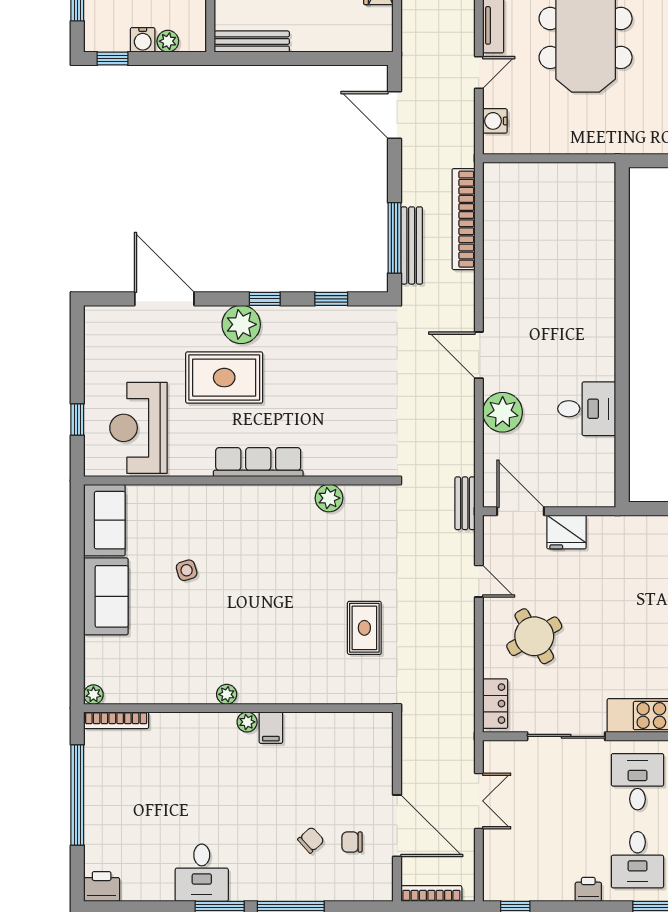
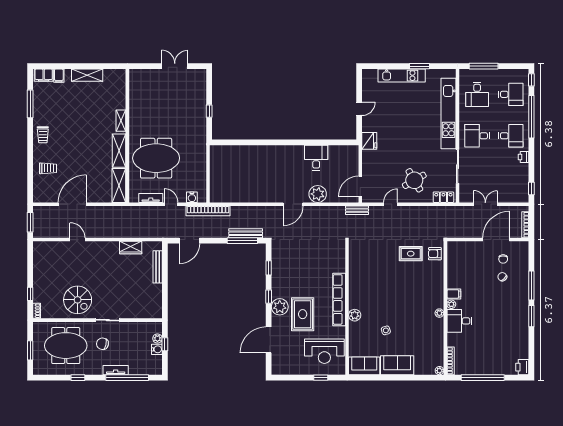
bench: (252, 41) -> (158, 267), moved
window: (113, 58) -> (165, 344), moved
bookcase: (464, 219) -> (208, 211), moved
row of seats: (258, 462) -> (339, 299), width x1.36
plant: (329, 498) -> (355, 315), moved
fridge: (566, 532) -> (369, 141), moved
armchair: (364, 684) -> (435, 254), added
desk: (202, 873) -> (459, 321), moved, turned 180

